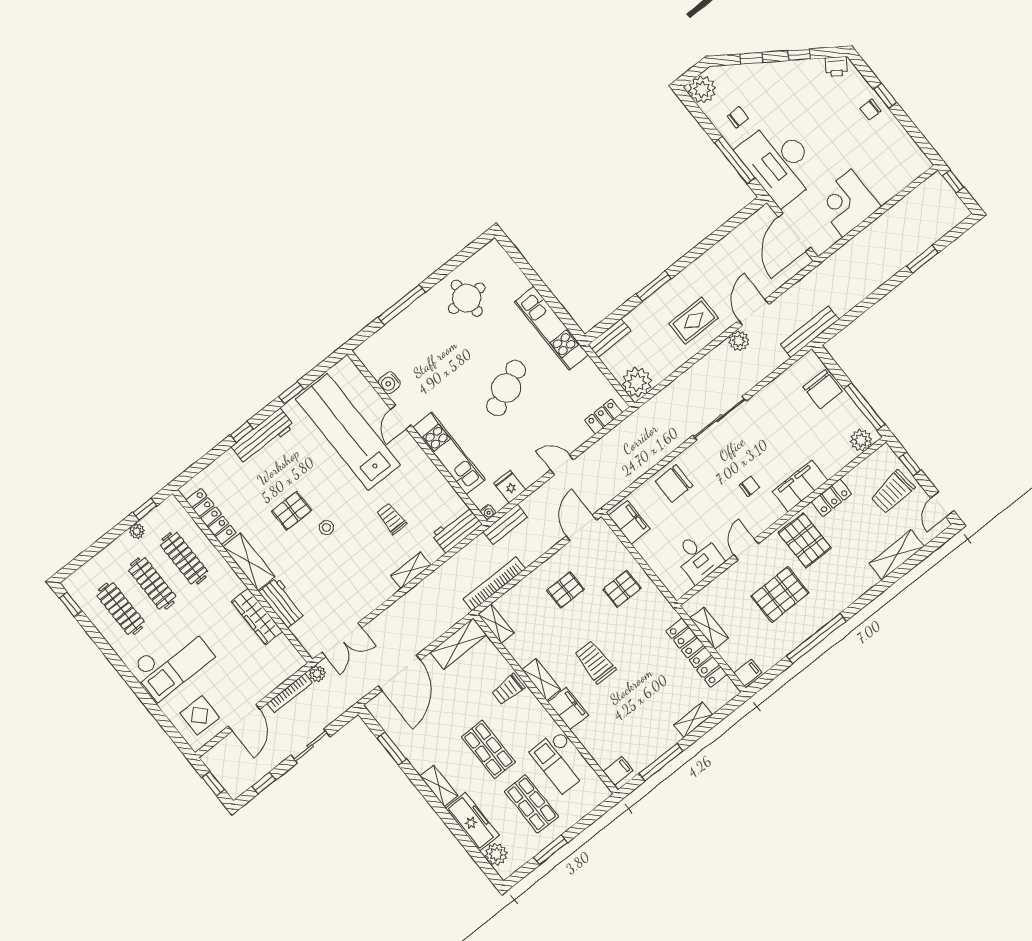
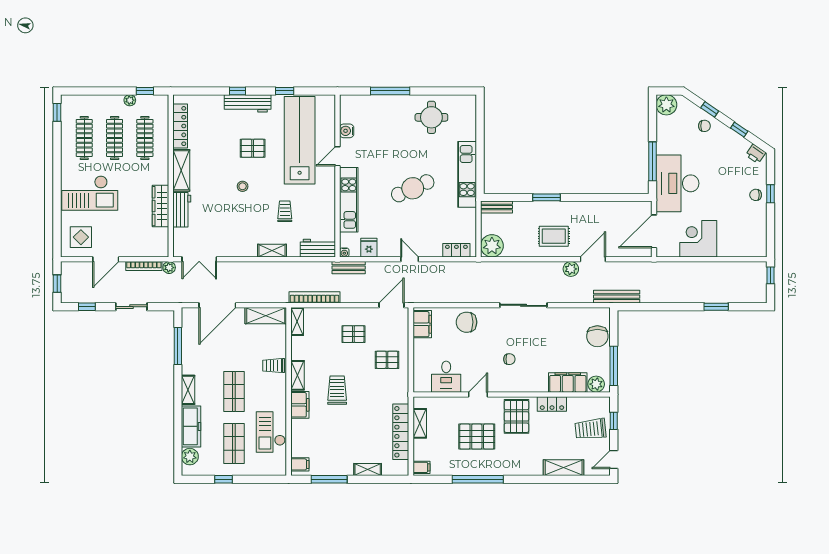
chair: (738, 117) -> (704, 126), moved
filing cabinet: (800, 486) -> (568, 382), moved
pallet: (292, 511) -> (253, 148), moved
window: (392, 749) -> (178, 346), width x1.44
window: (550, 850) -> (224, 479), width x0.67

